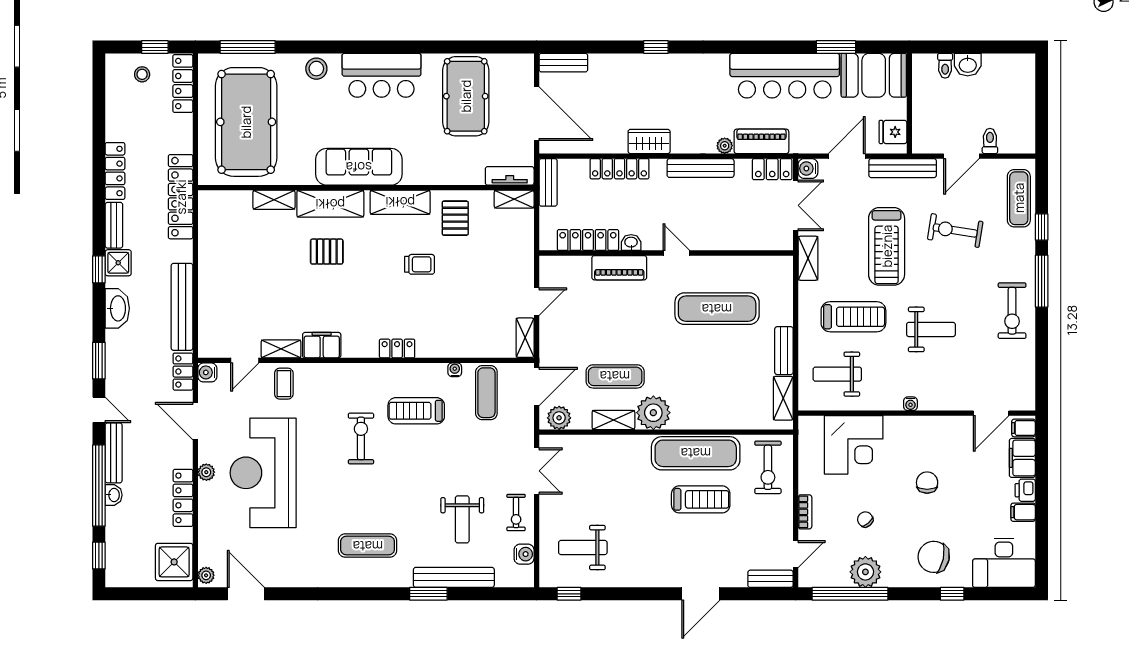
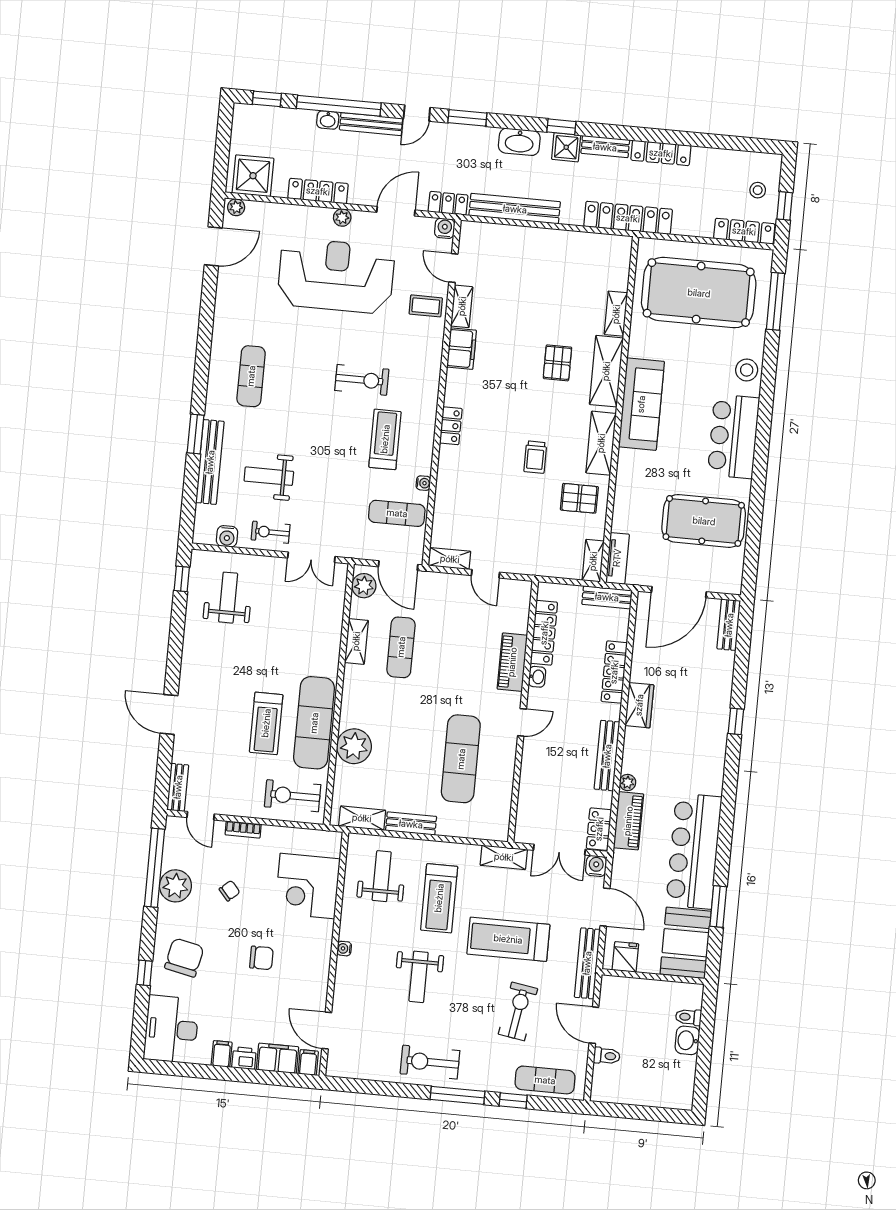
plant: (653, 413) -> (354, 746), moved

